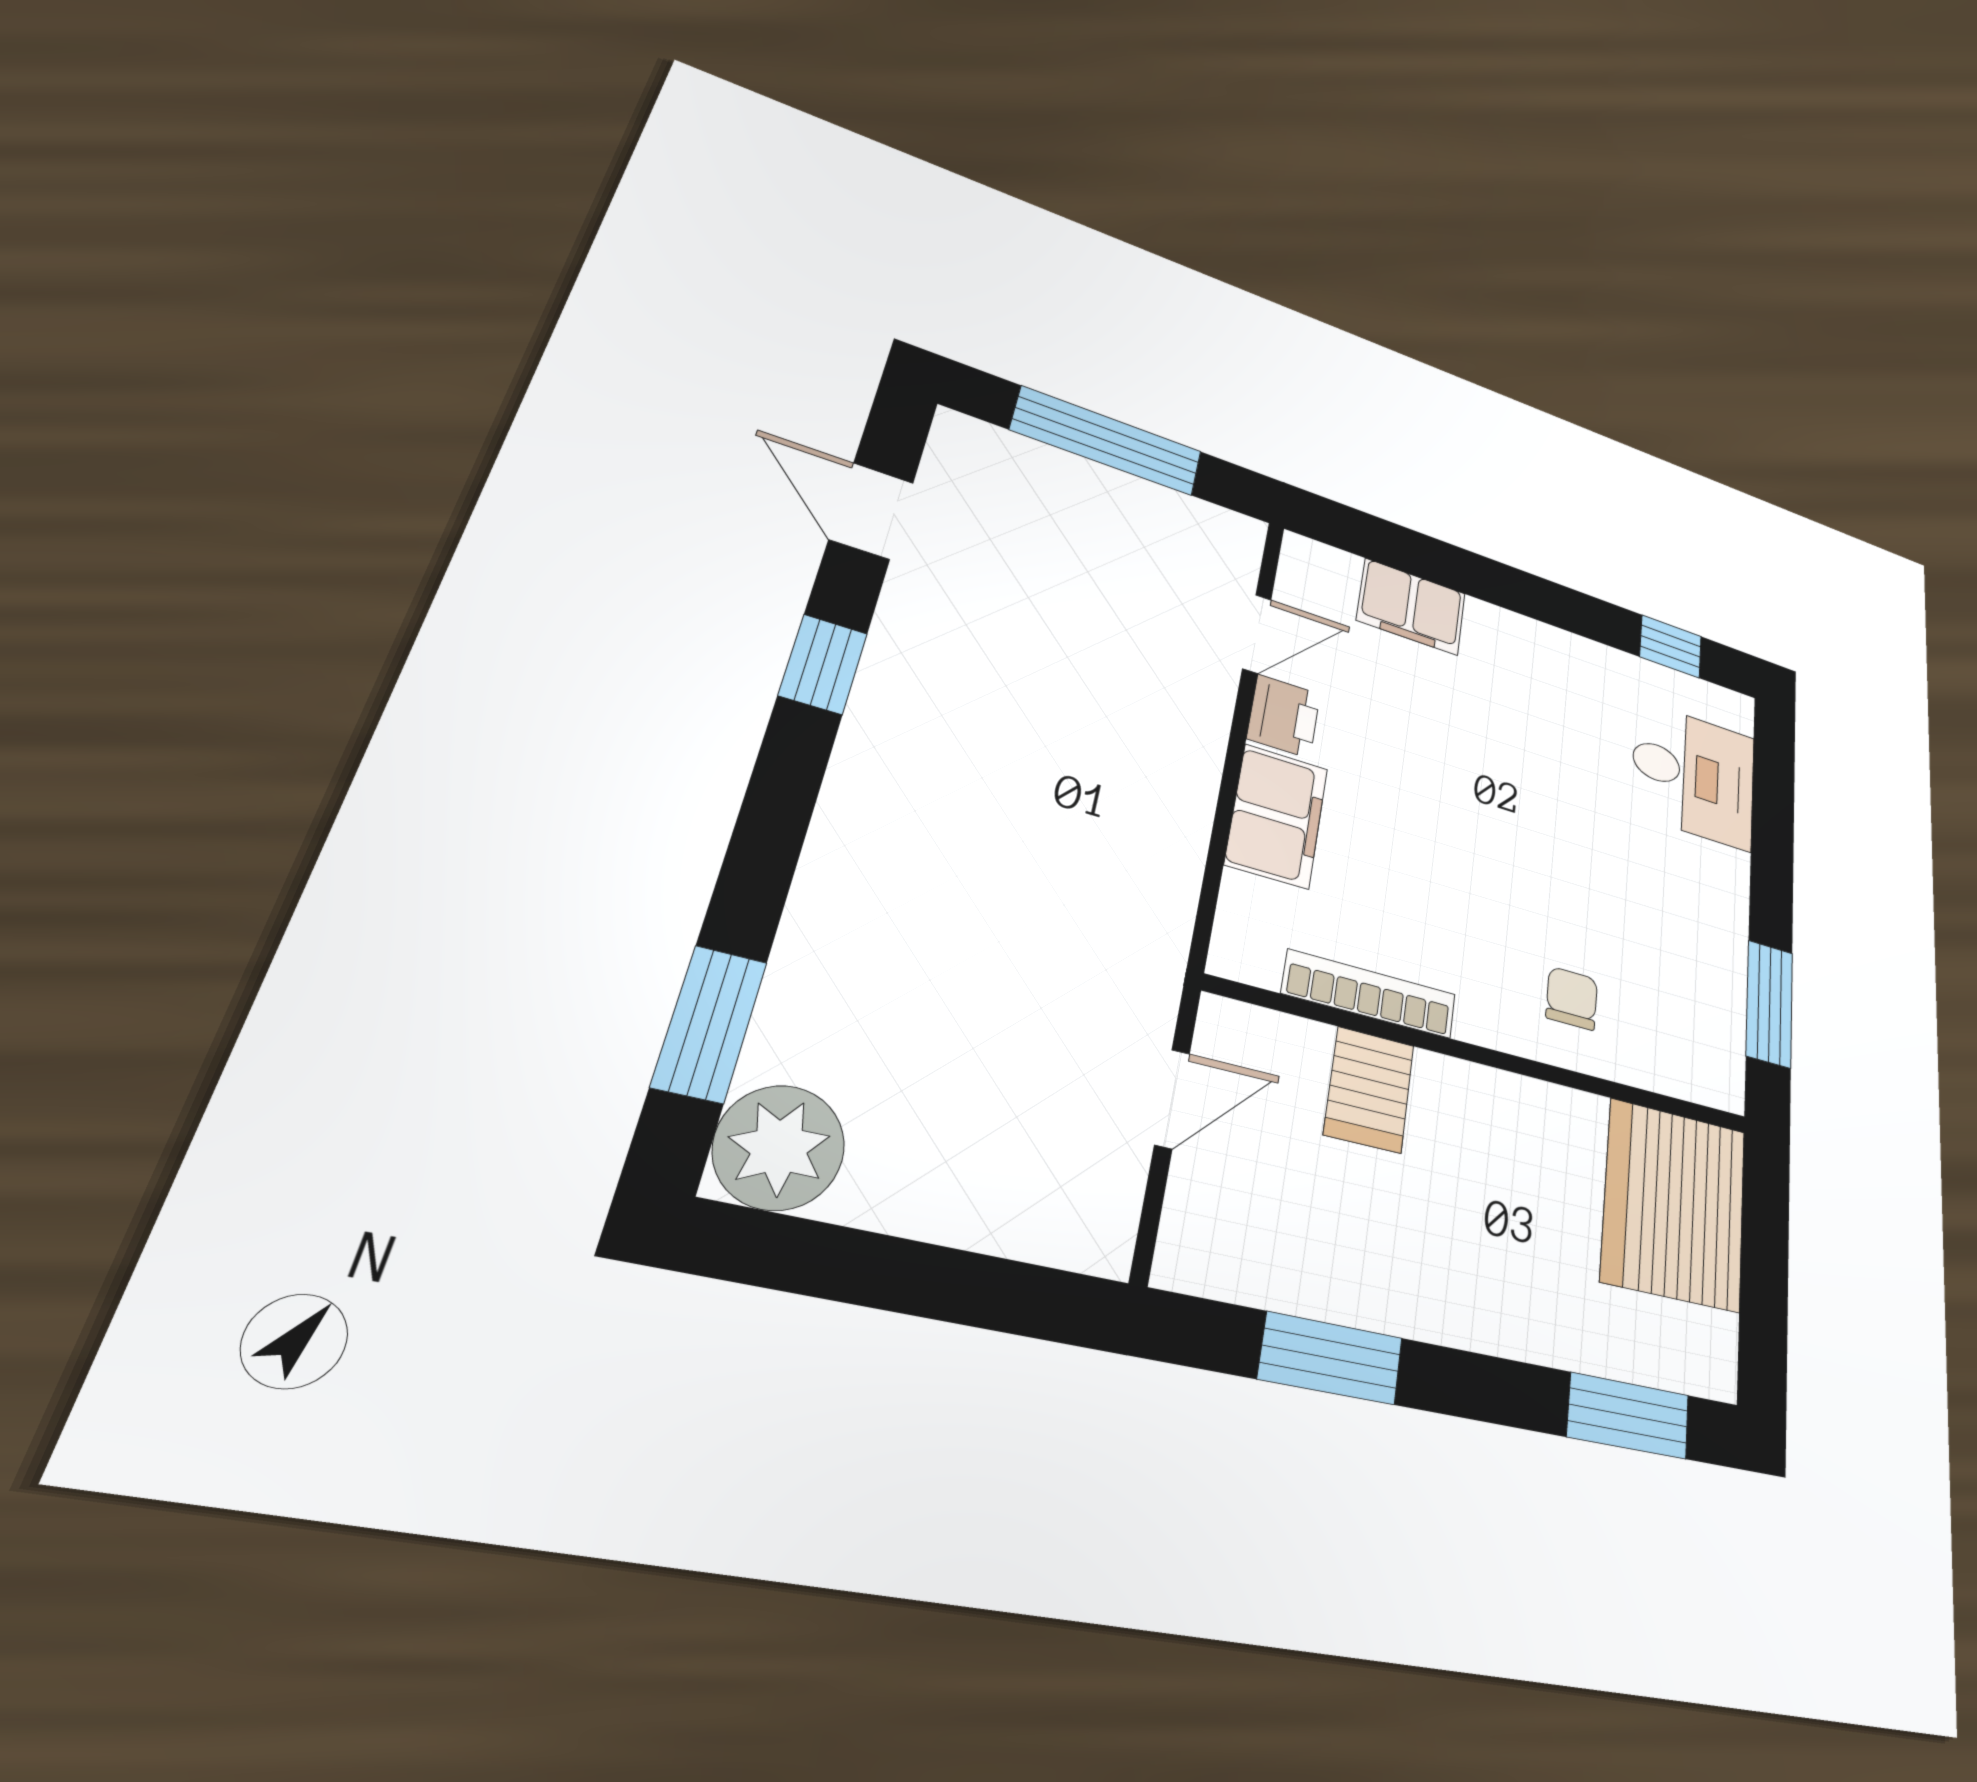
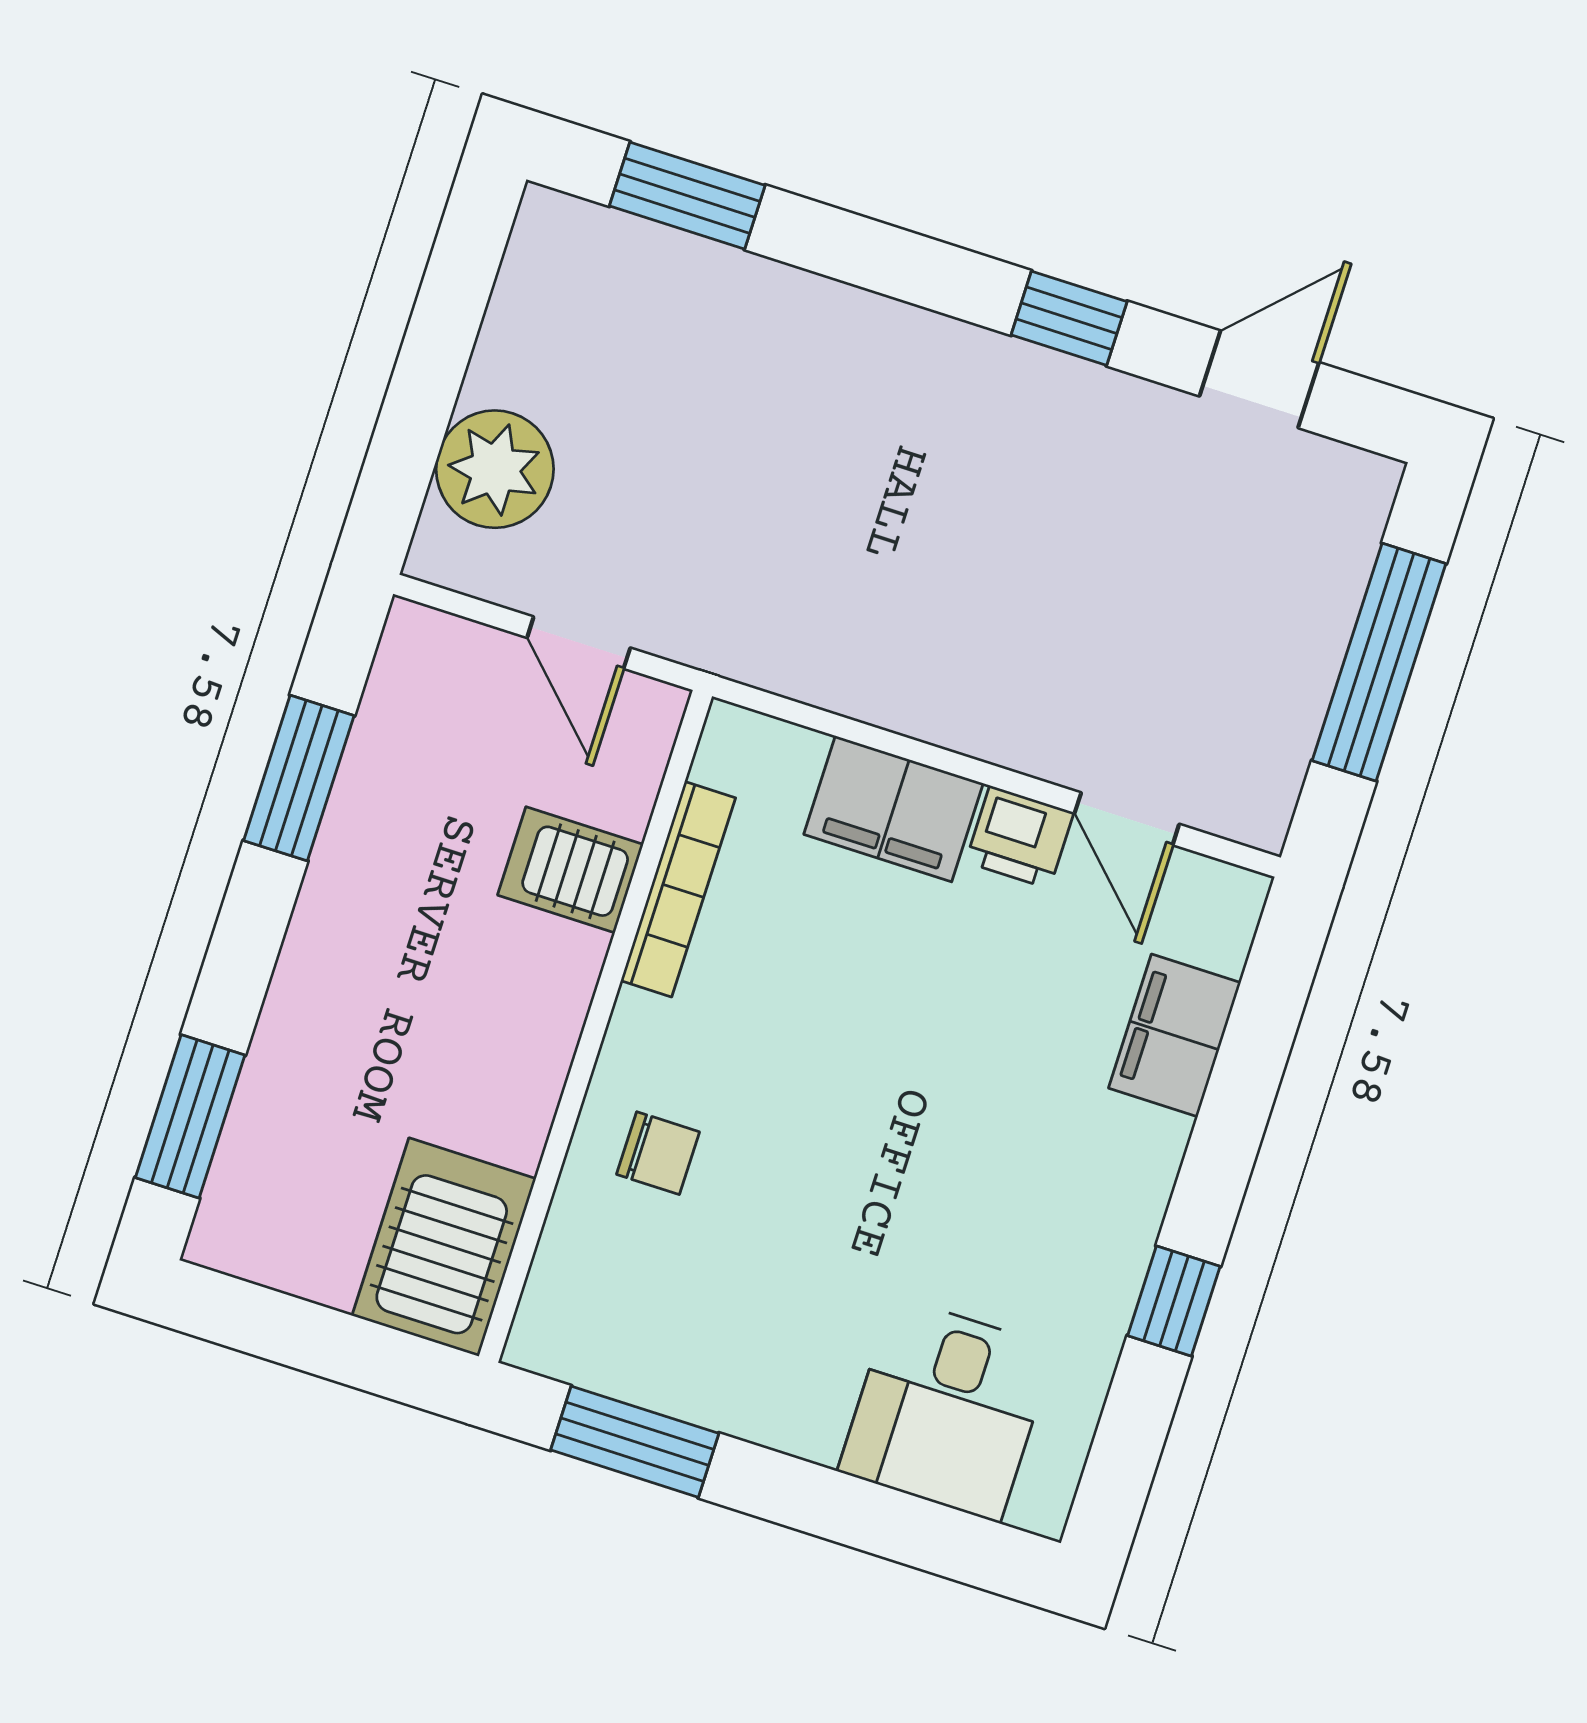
window: (1671, 646) -> (1174, 1301), moved
plant: (779, 1148) -> (495, 469), moved
server rack: (1674, 1205) -> (444, 1247), width x0.62

